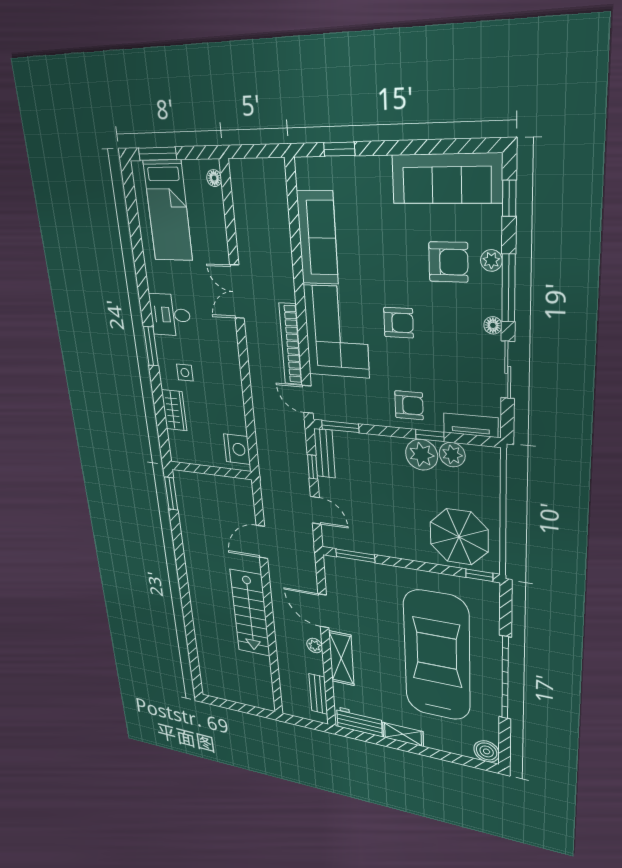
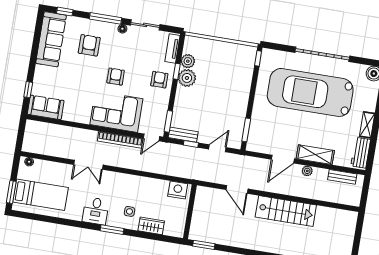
sofa: (317, 238) -> (46, 107), moved, width x0.73
plant: (491, 260) -> (91, 24), removed
parasol: (459, 537) -> (235, 66), removed

